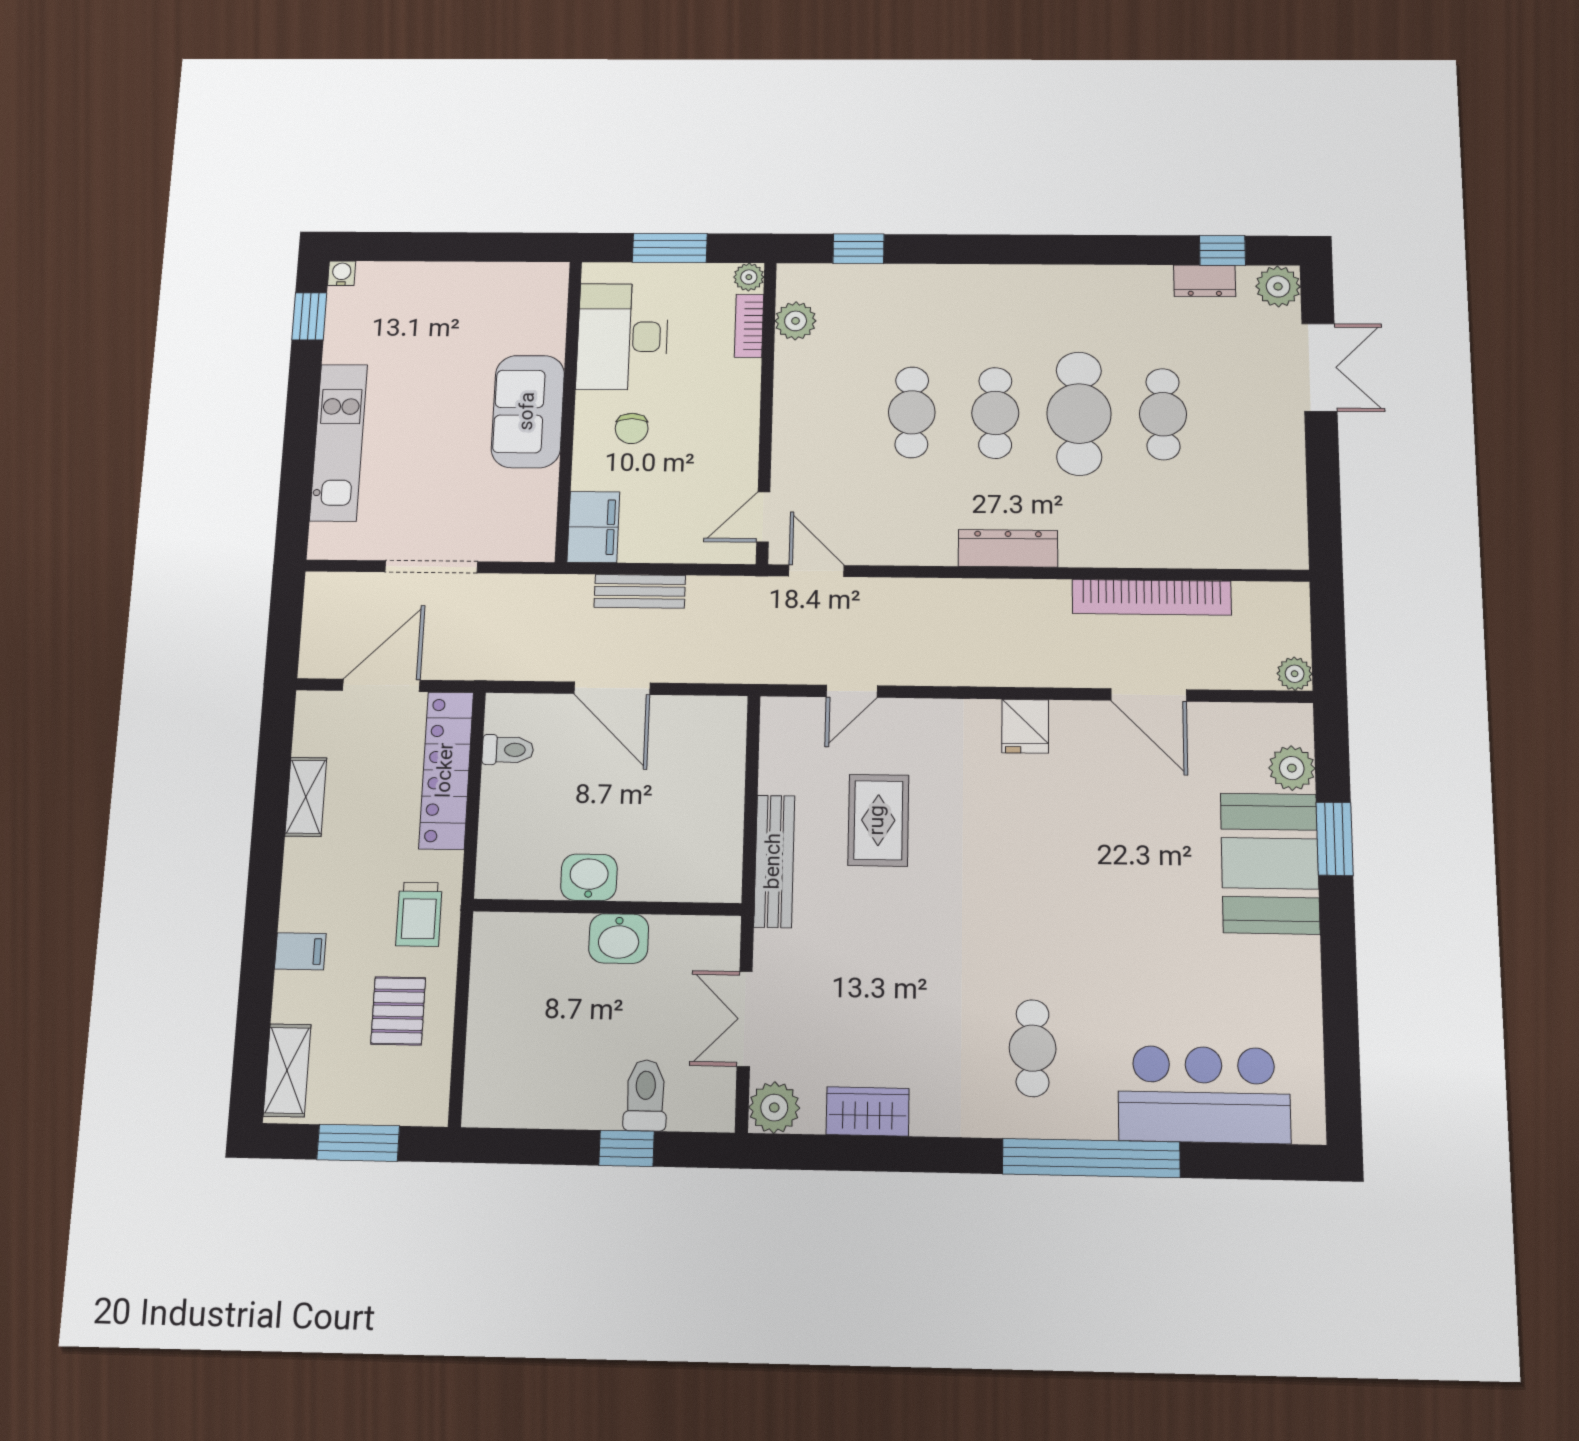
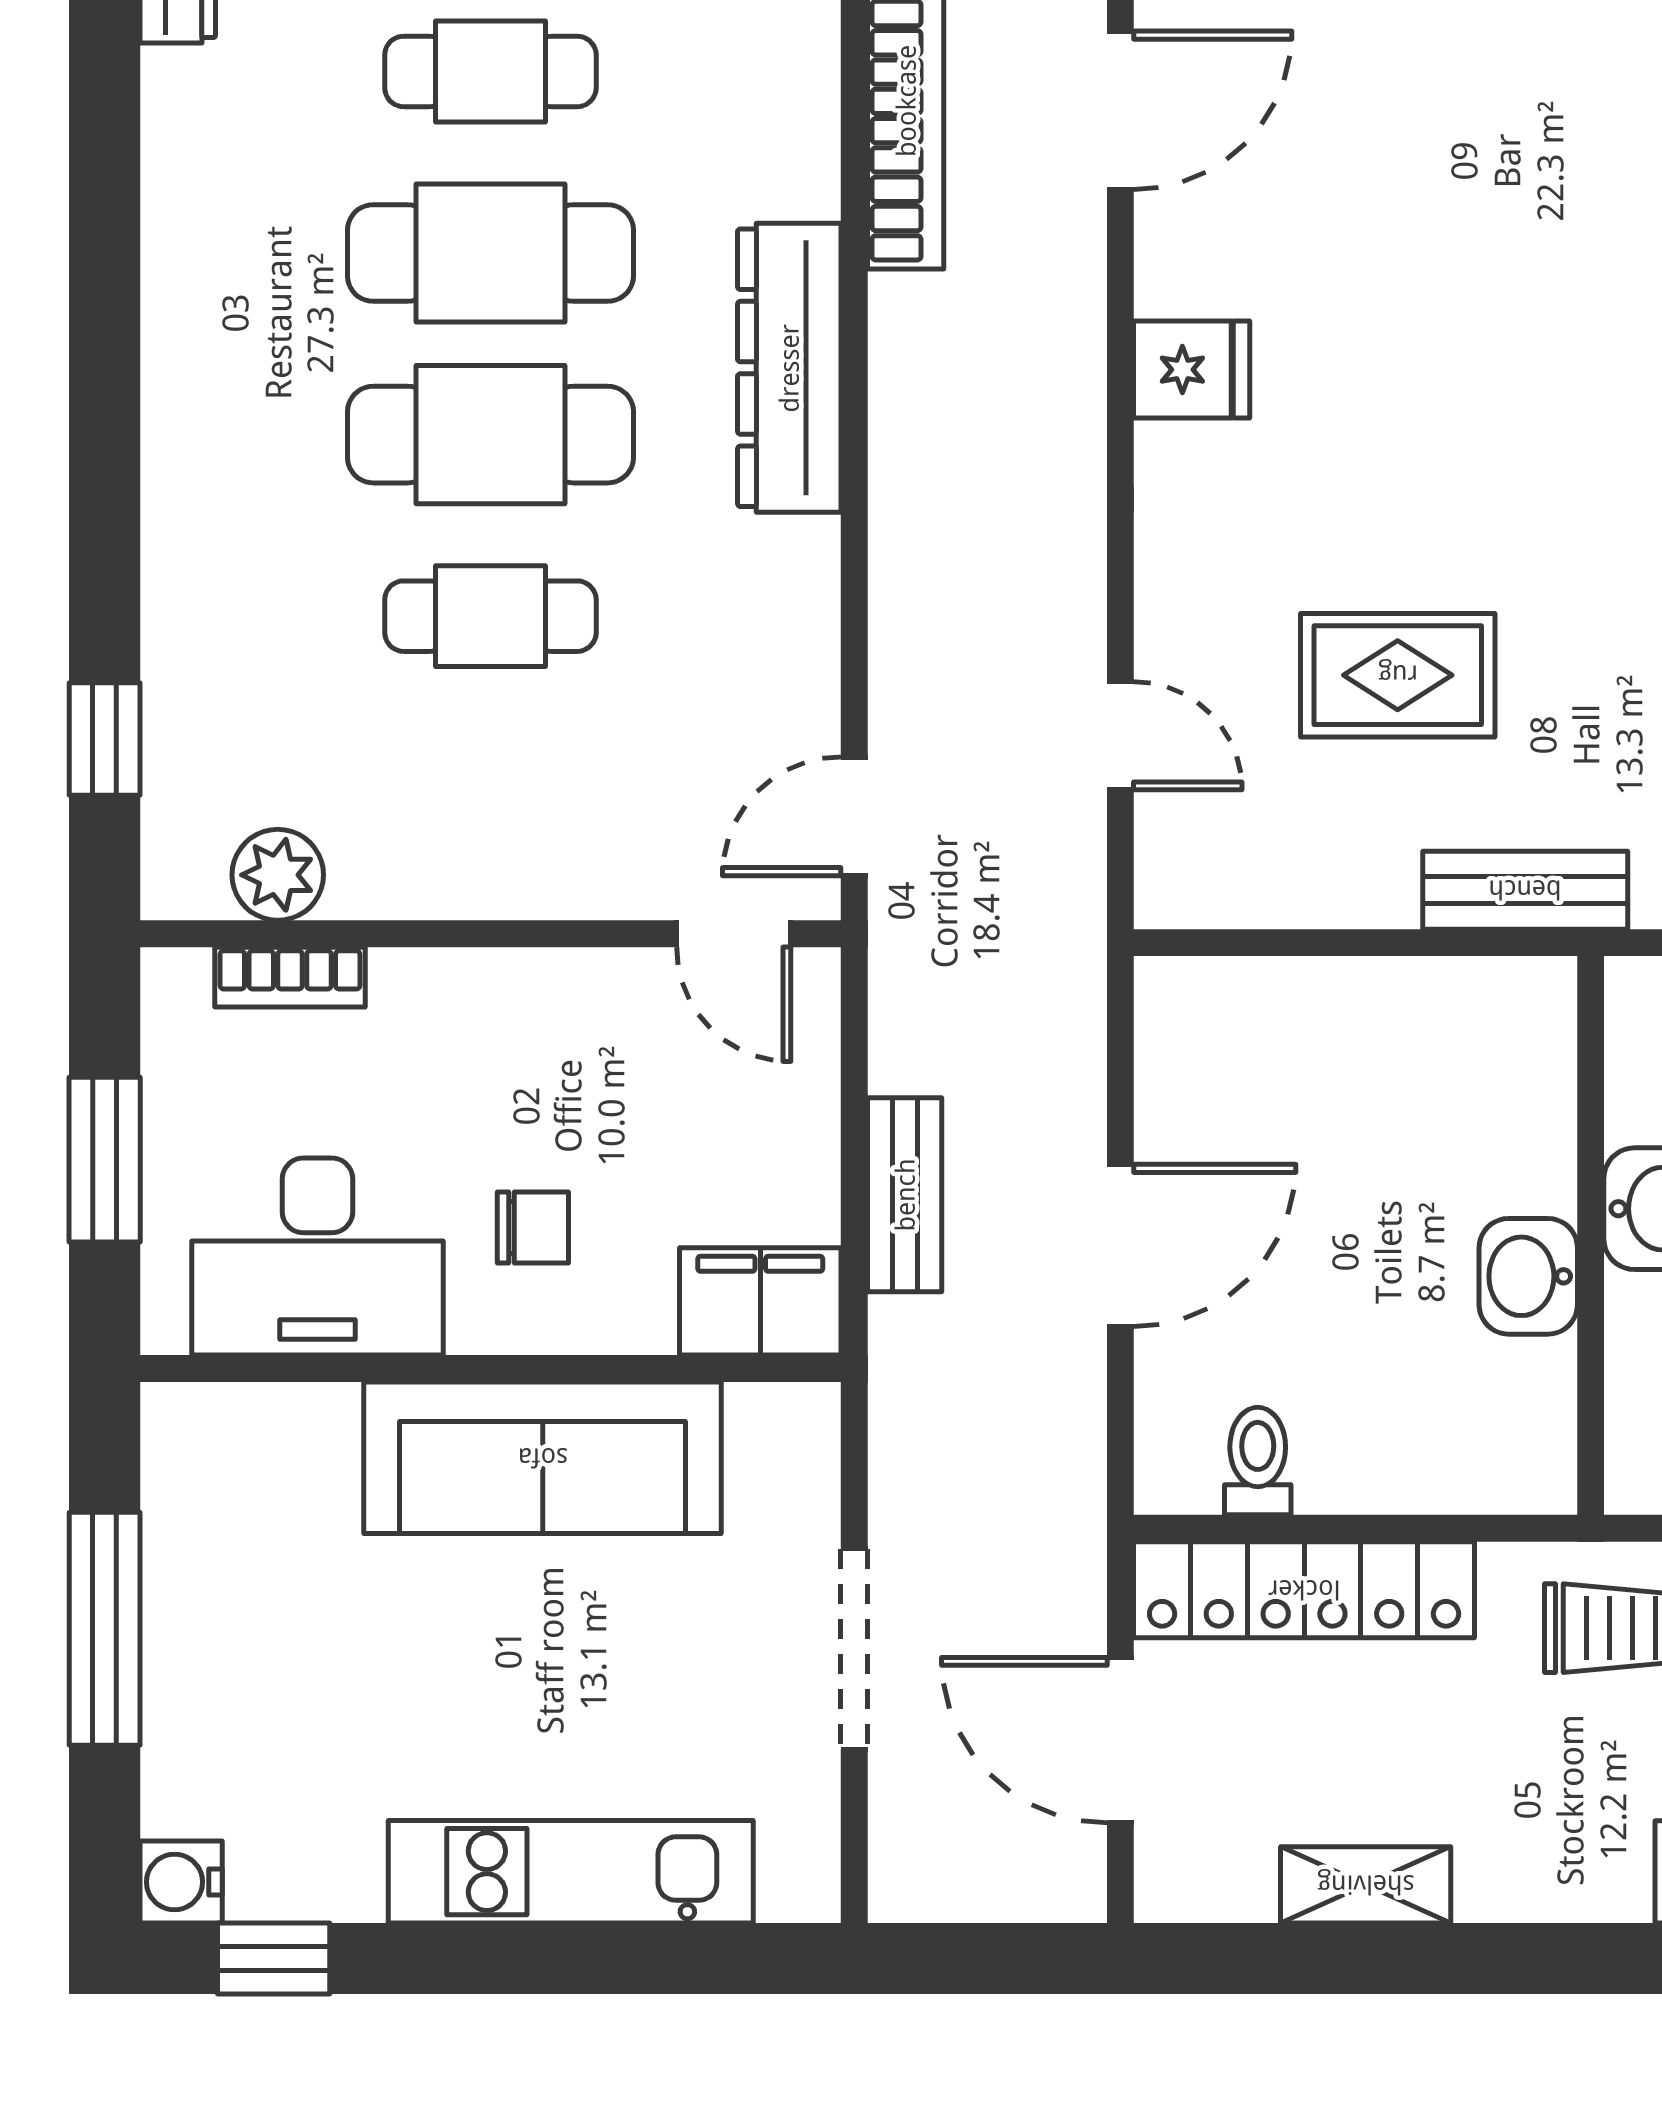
window: (461, 247) -> (105, 1629), added
water cooler: (342, 273) -> (181, 1882), width x1.38, depth x1.38
plant: (749, 277) -> (174, 981), removed
sofa: (528, 411) -> (543, 1458), width x1.36
cafe table: (995, 413) -> (490, 435), width x1.37, depth x1.35
dresser: (1008, 548) -> (789, 368), width x1.37, depth x1.24
bench: (774, 861) -> (1525, 890), width x0.73

